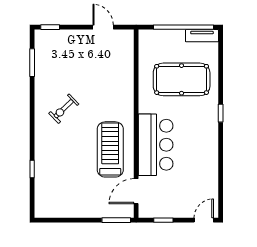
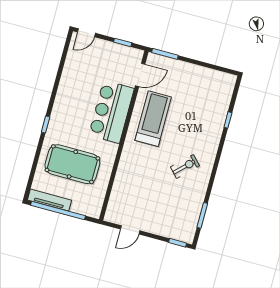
door: (103, 27) -> (130, 230), hinge flipped
tv unit: (202, 36) -> (50, 200), width x1.41
treadmill: (110, 149) -> (153, 119), turned 180

